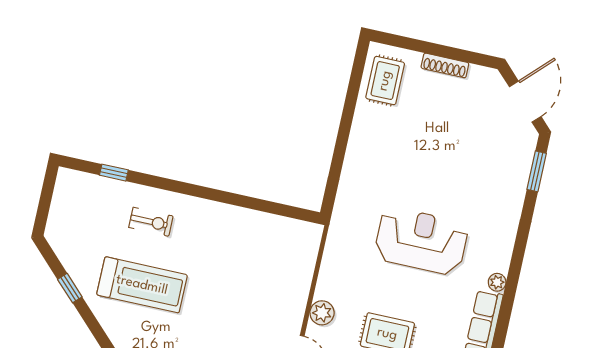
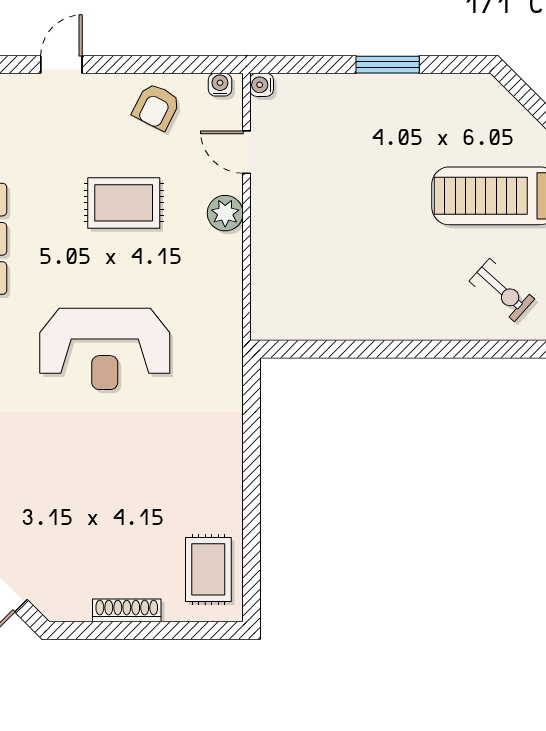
exercise bike: (151, 222) -> (502, 290), turned -138

